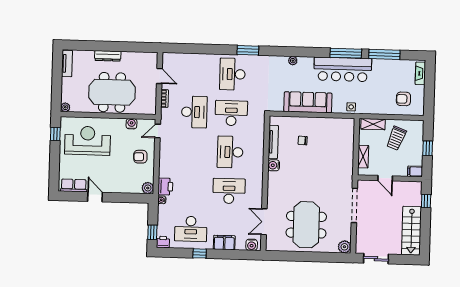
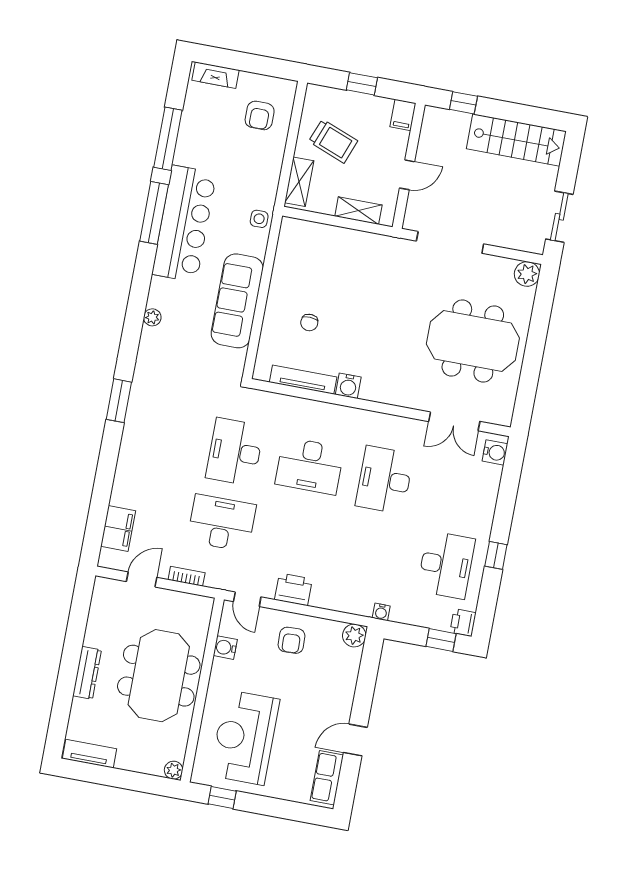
desk: (232, 74) -> (160, 438), removed
printer: (165, 187) -> (293, 589), moved
filing cabinet: (224, 242) -> (118, 528), moved, turned 180

